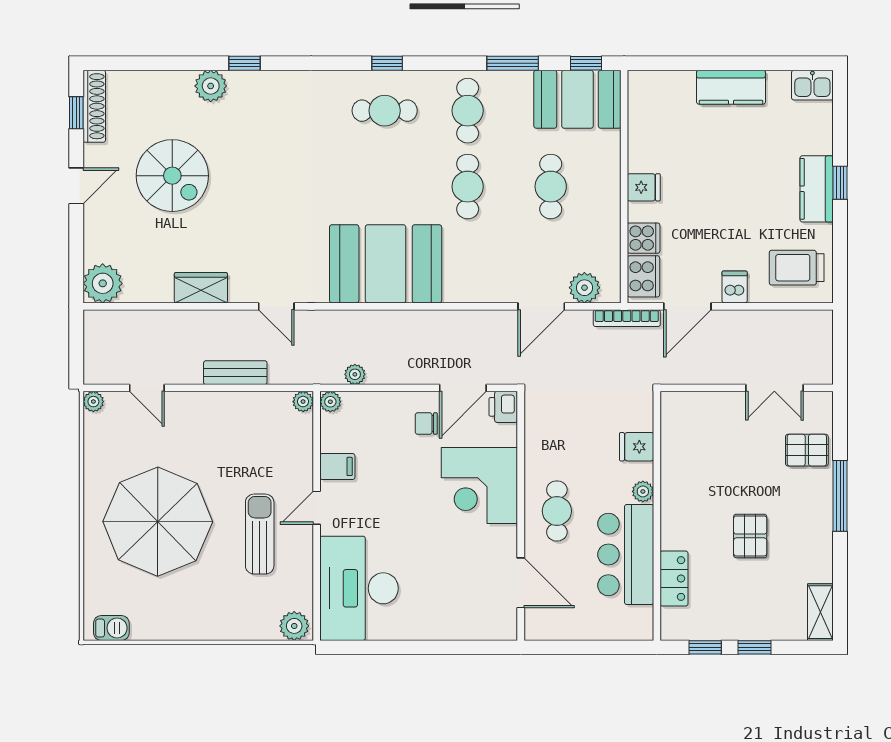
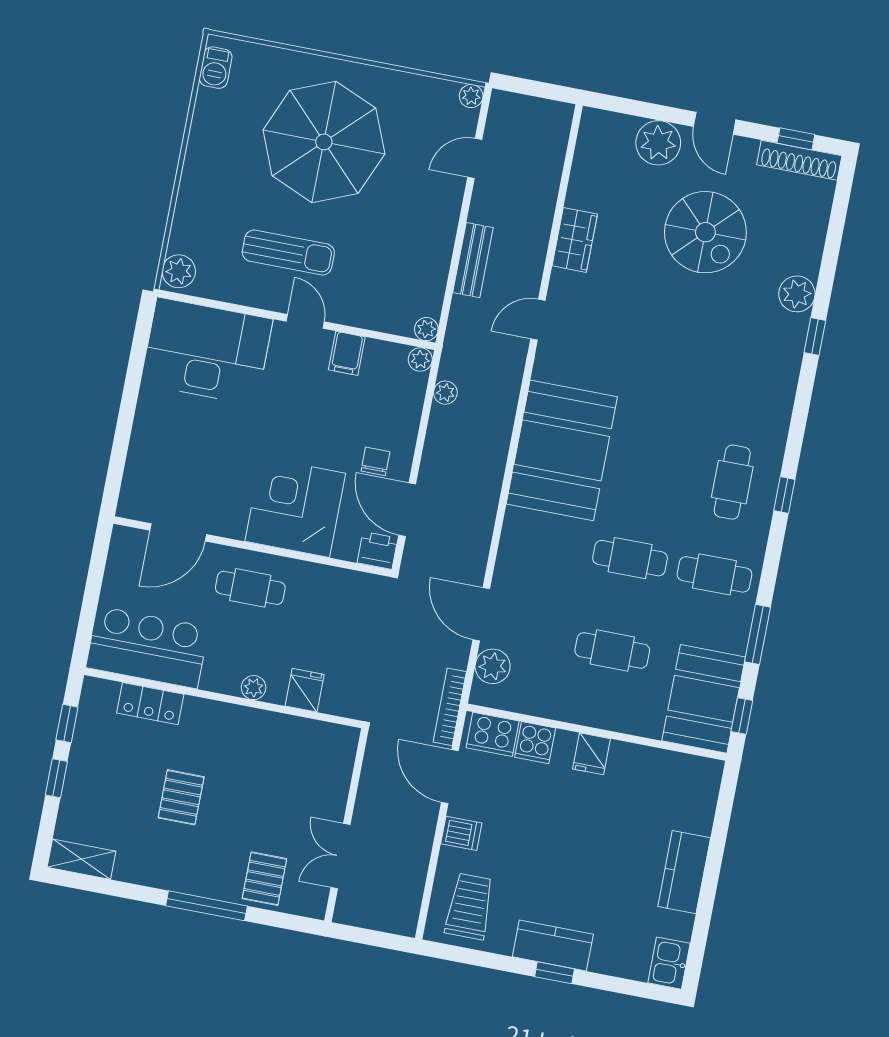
spiral stairs: (172, 176) -> (705, 232), turned -90
plant: (103, 283) -> (658, 143), moved
pallet: (750, 536) -> (181, 797), turned 90
bar counter: (626, 555) -> (147, 647), moved

